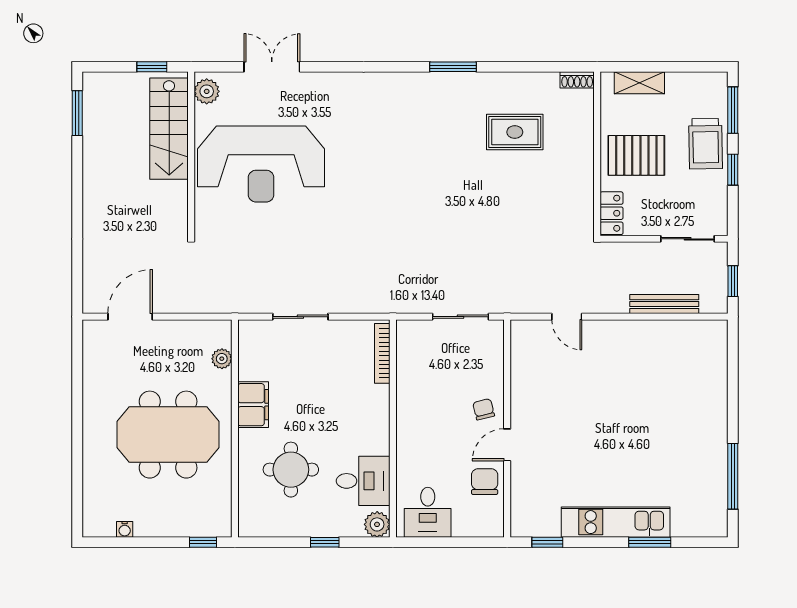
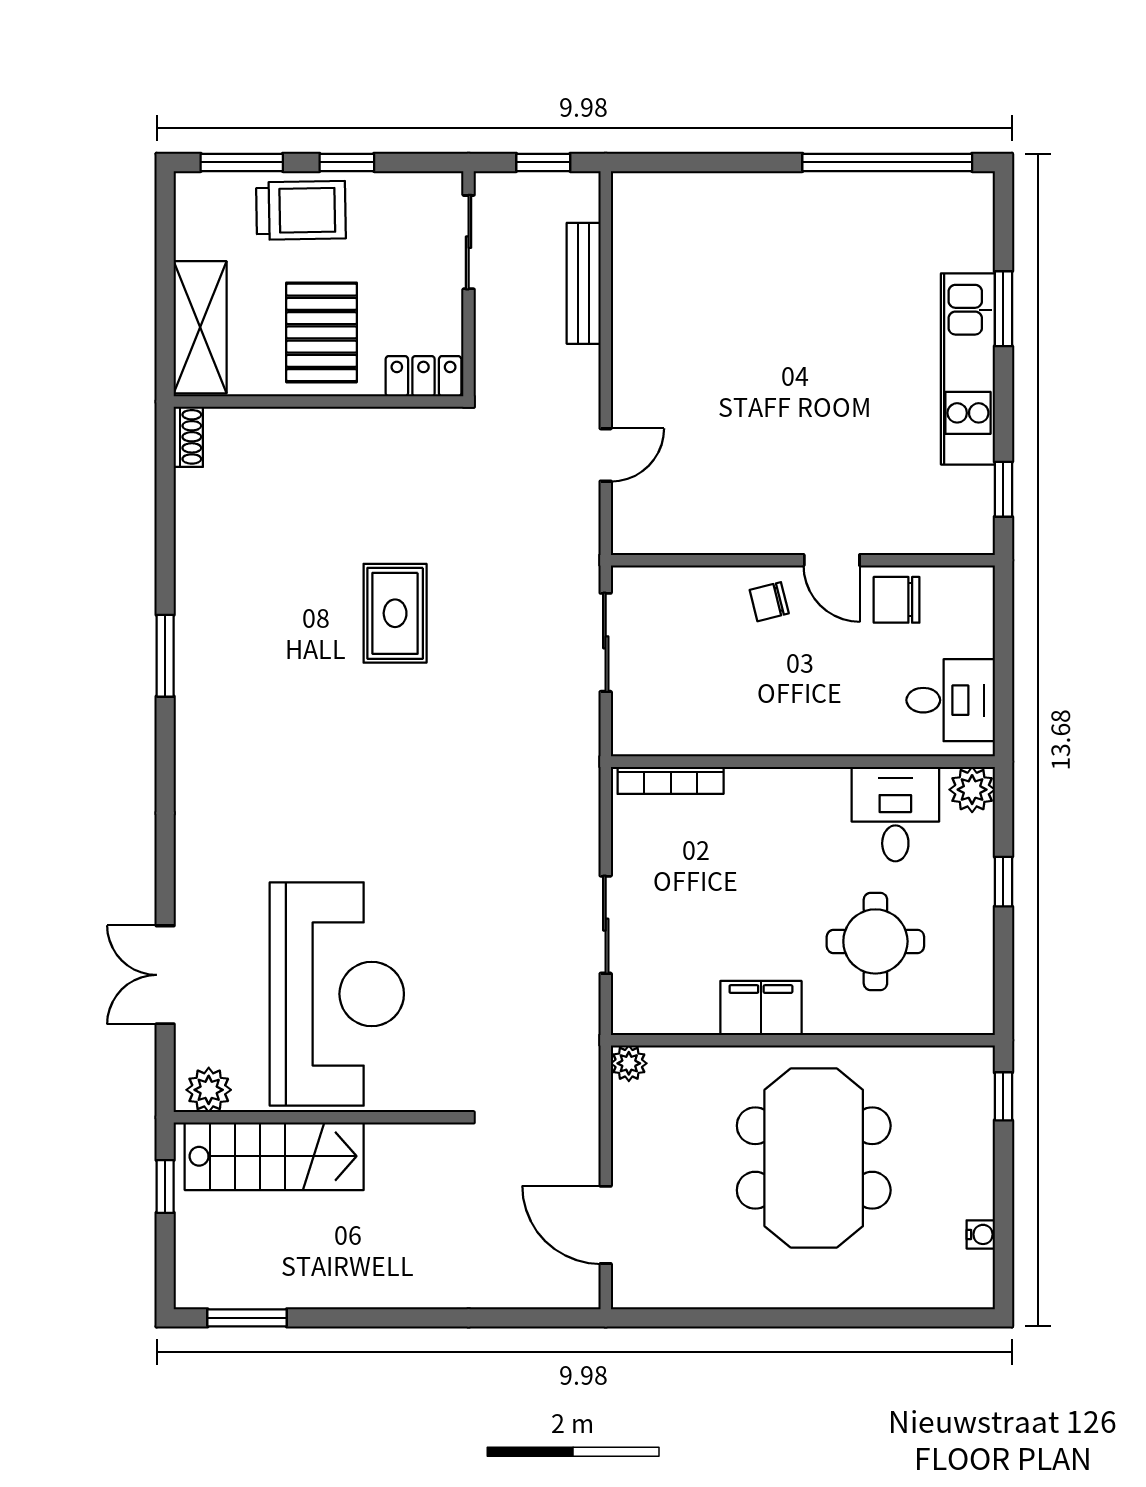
shelving: (639, 83) -> (200, 327), width x1.50, depth x1.33
rug: (515, 132) -> (395, 613), moved
plant: (222, 359) -> (629, 1063), moved
window: (733, 476) -> (887, 162), width x1.46

